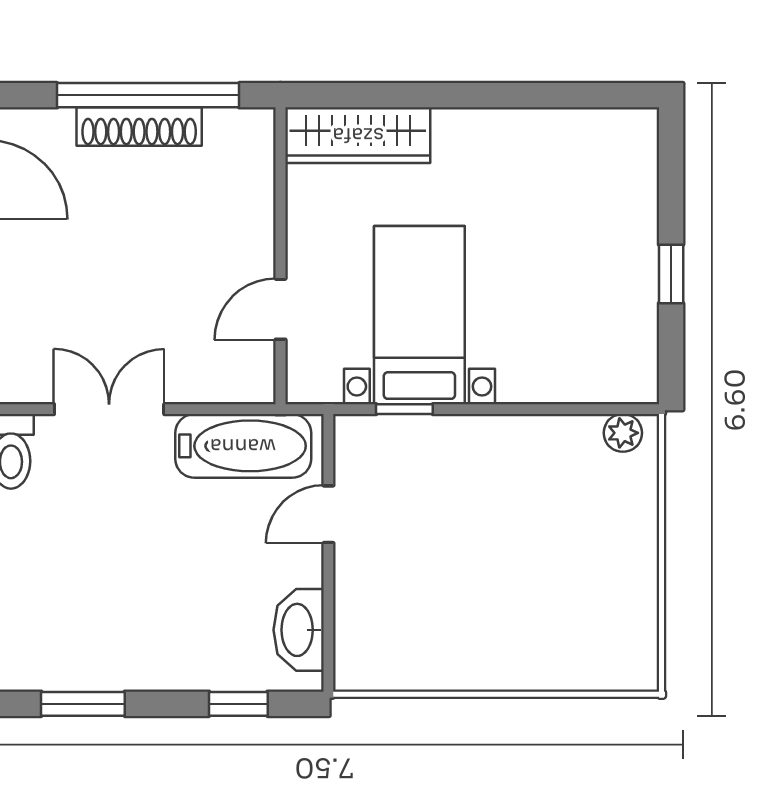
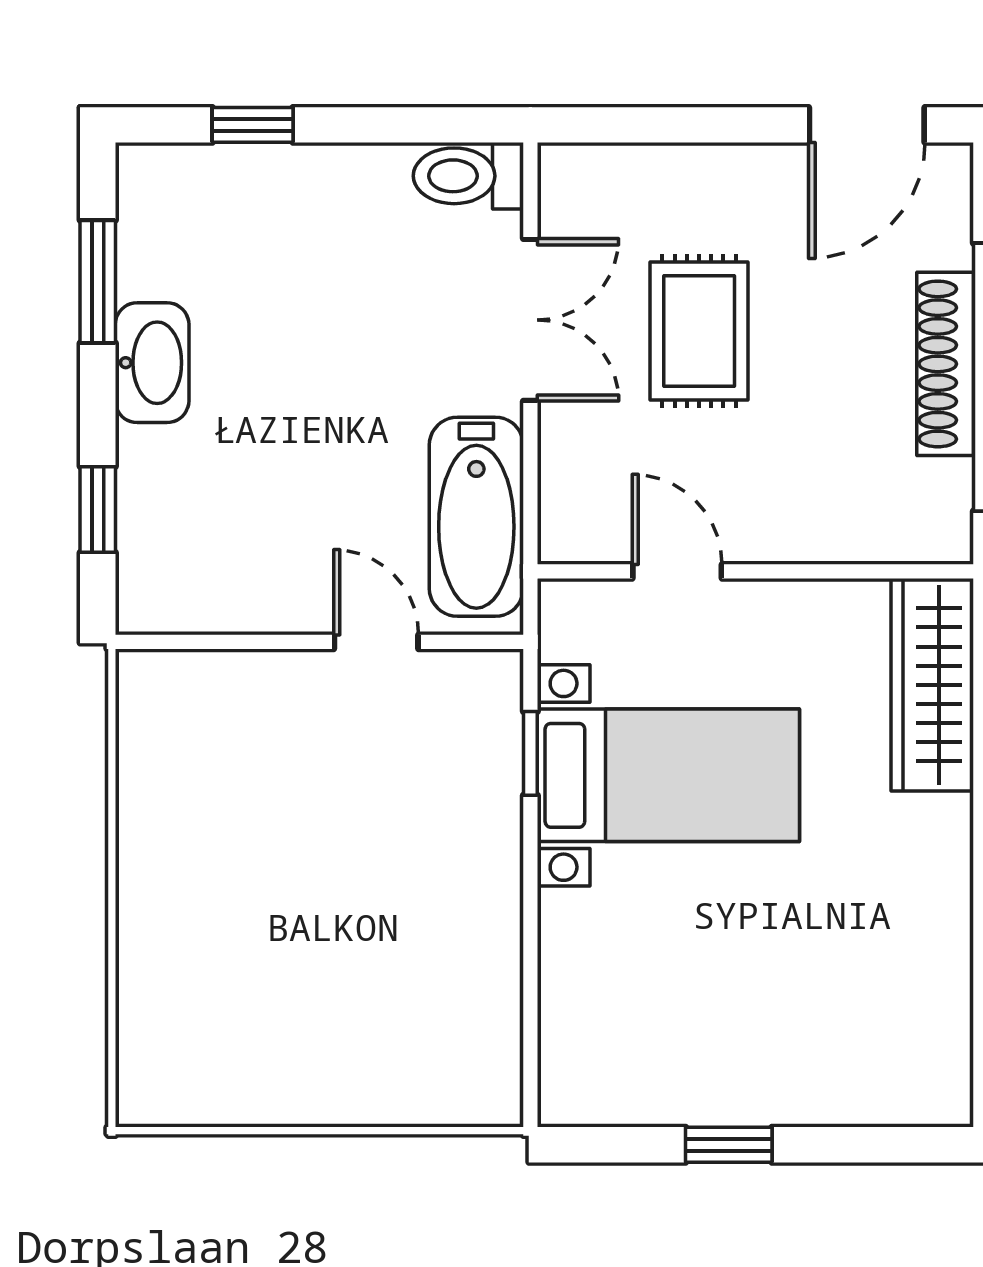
rug: (117, 294) -> (699, 331), added
plant: (623, 433) -> (495, 1074), removed
washbasin: (299, 630) -> (152, 363), moved, turned 90

